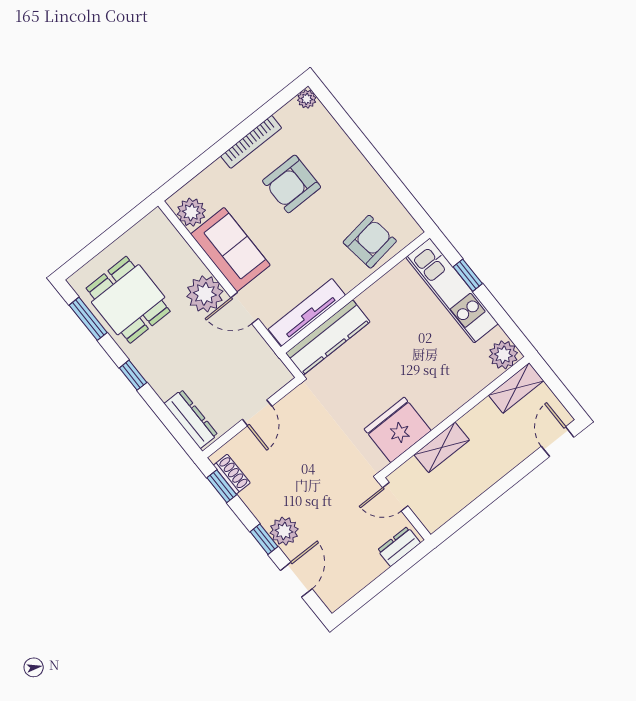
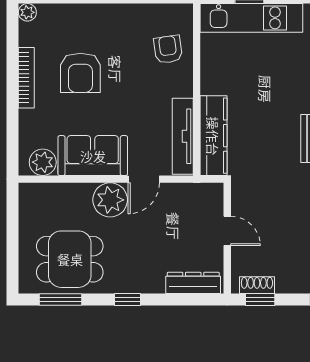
armchair: (370, 242) -> (168, 49), width x0.72, depth x0.72

